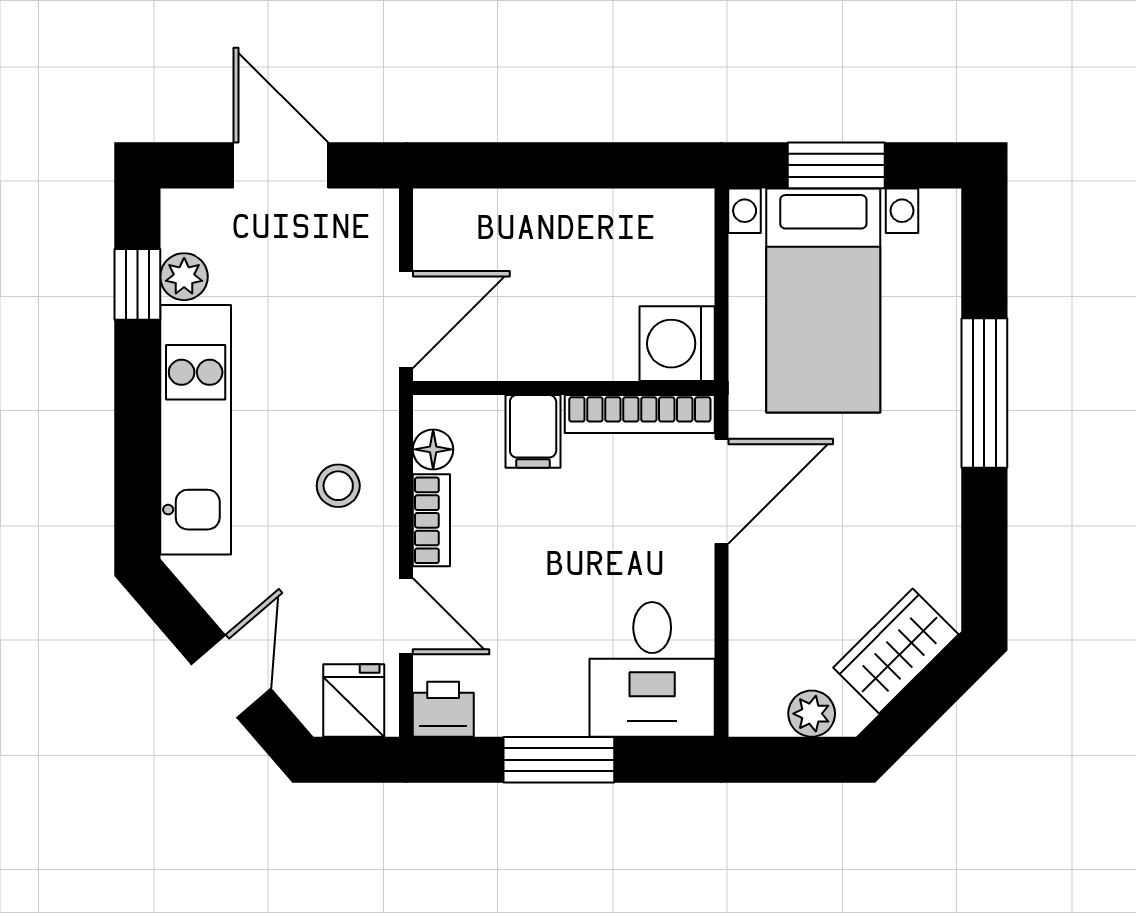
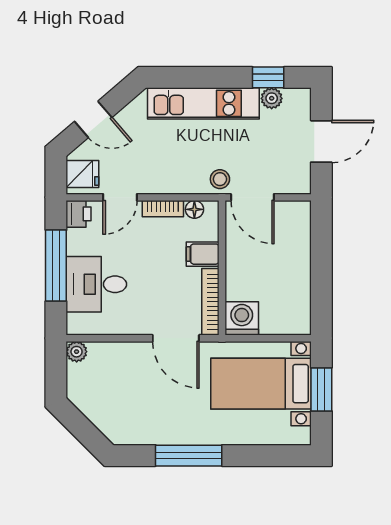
window: (984, 393) -> (189, 456), moved
stool: (338, 486) -> (220, 179), moved
wardrobe: (896, 651) -> (105, 416), removed
desk: (652, 669) -> (96, 284), moved
plant: (812, 714) -> (77, 352), moved
window: (559, 760) -> (56, 266), width x1.44

